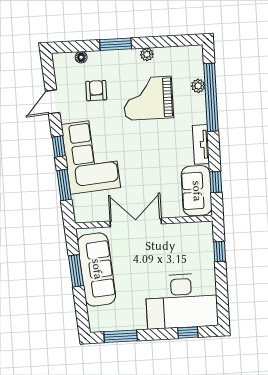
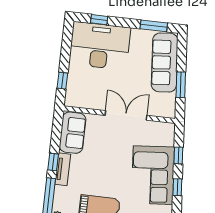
window: (216, 182) -> (53, 162), moved
window: (64, 185) -> (178, 155), width x0.67
double door: (136, 223) -> (126, 115), swing flipped
sofa: (97, 269) -> (165, 63), moved

